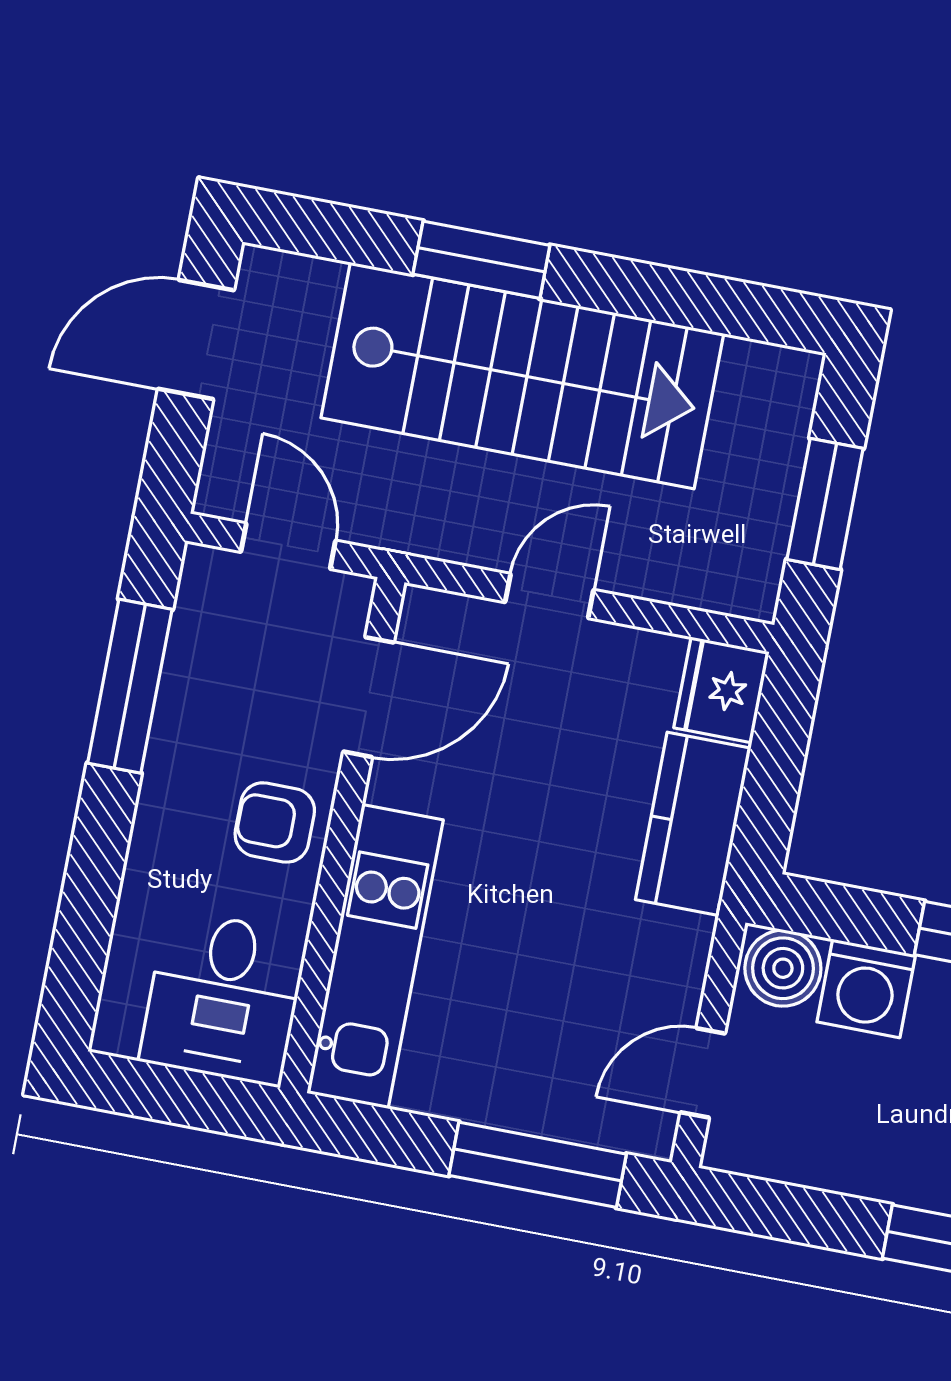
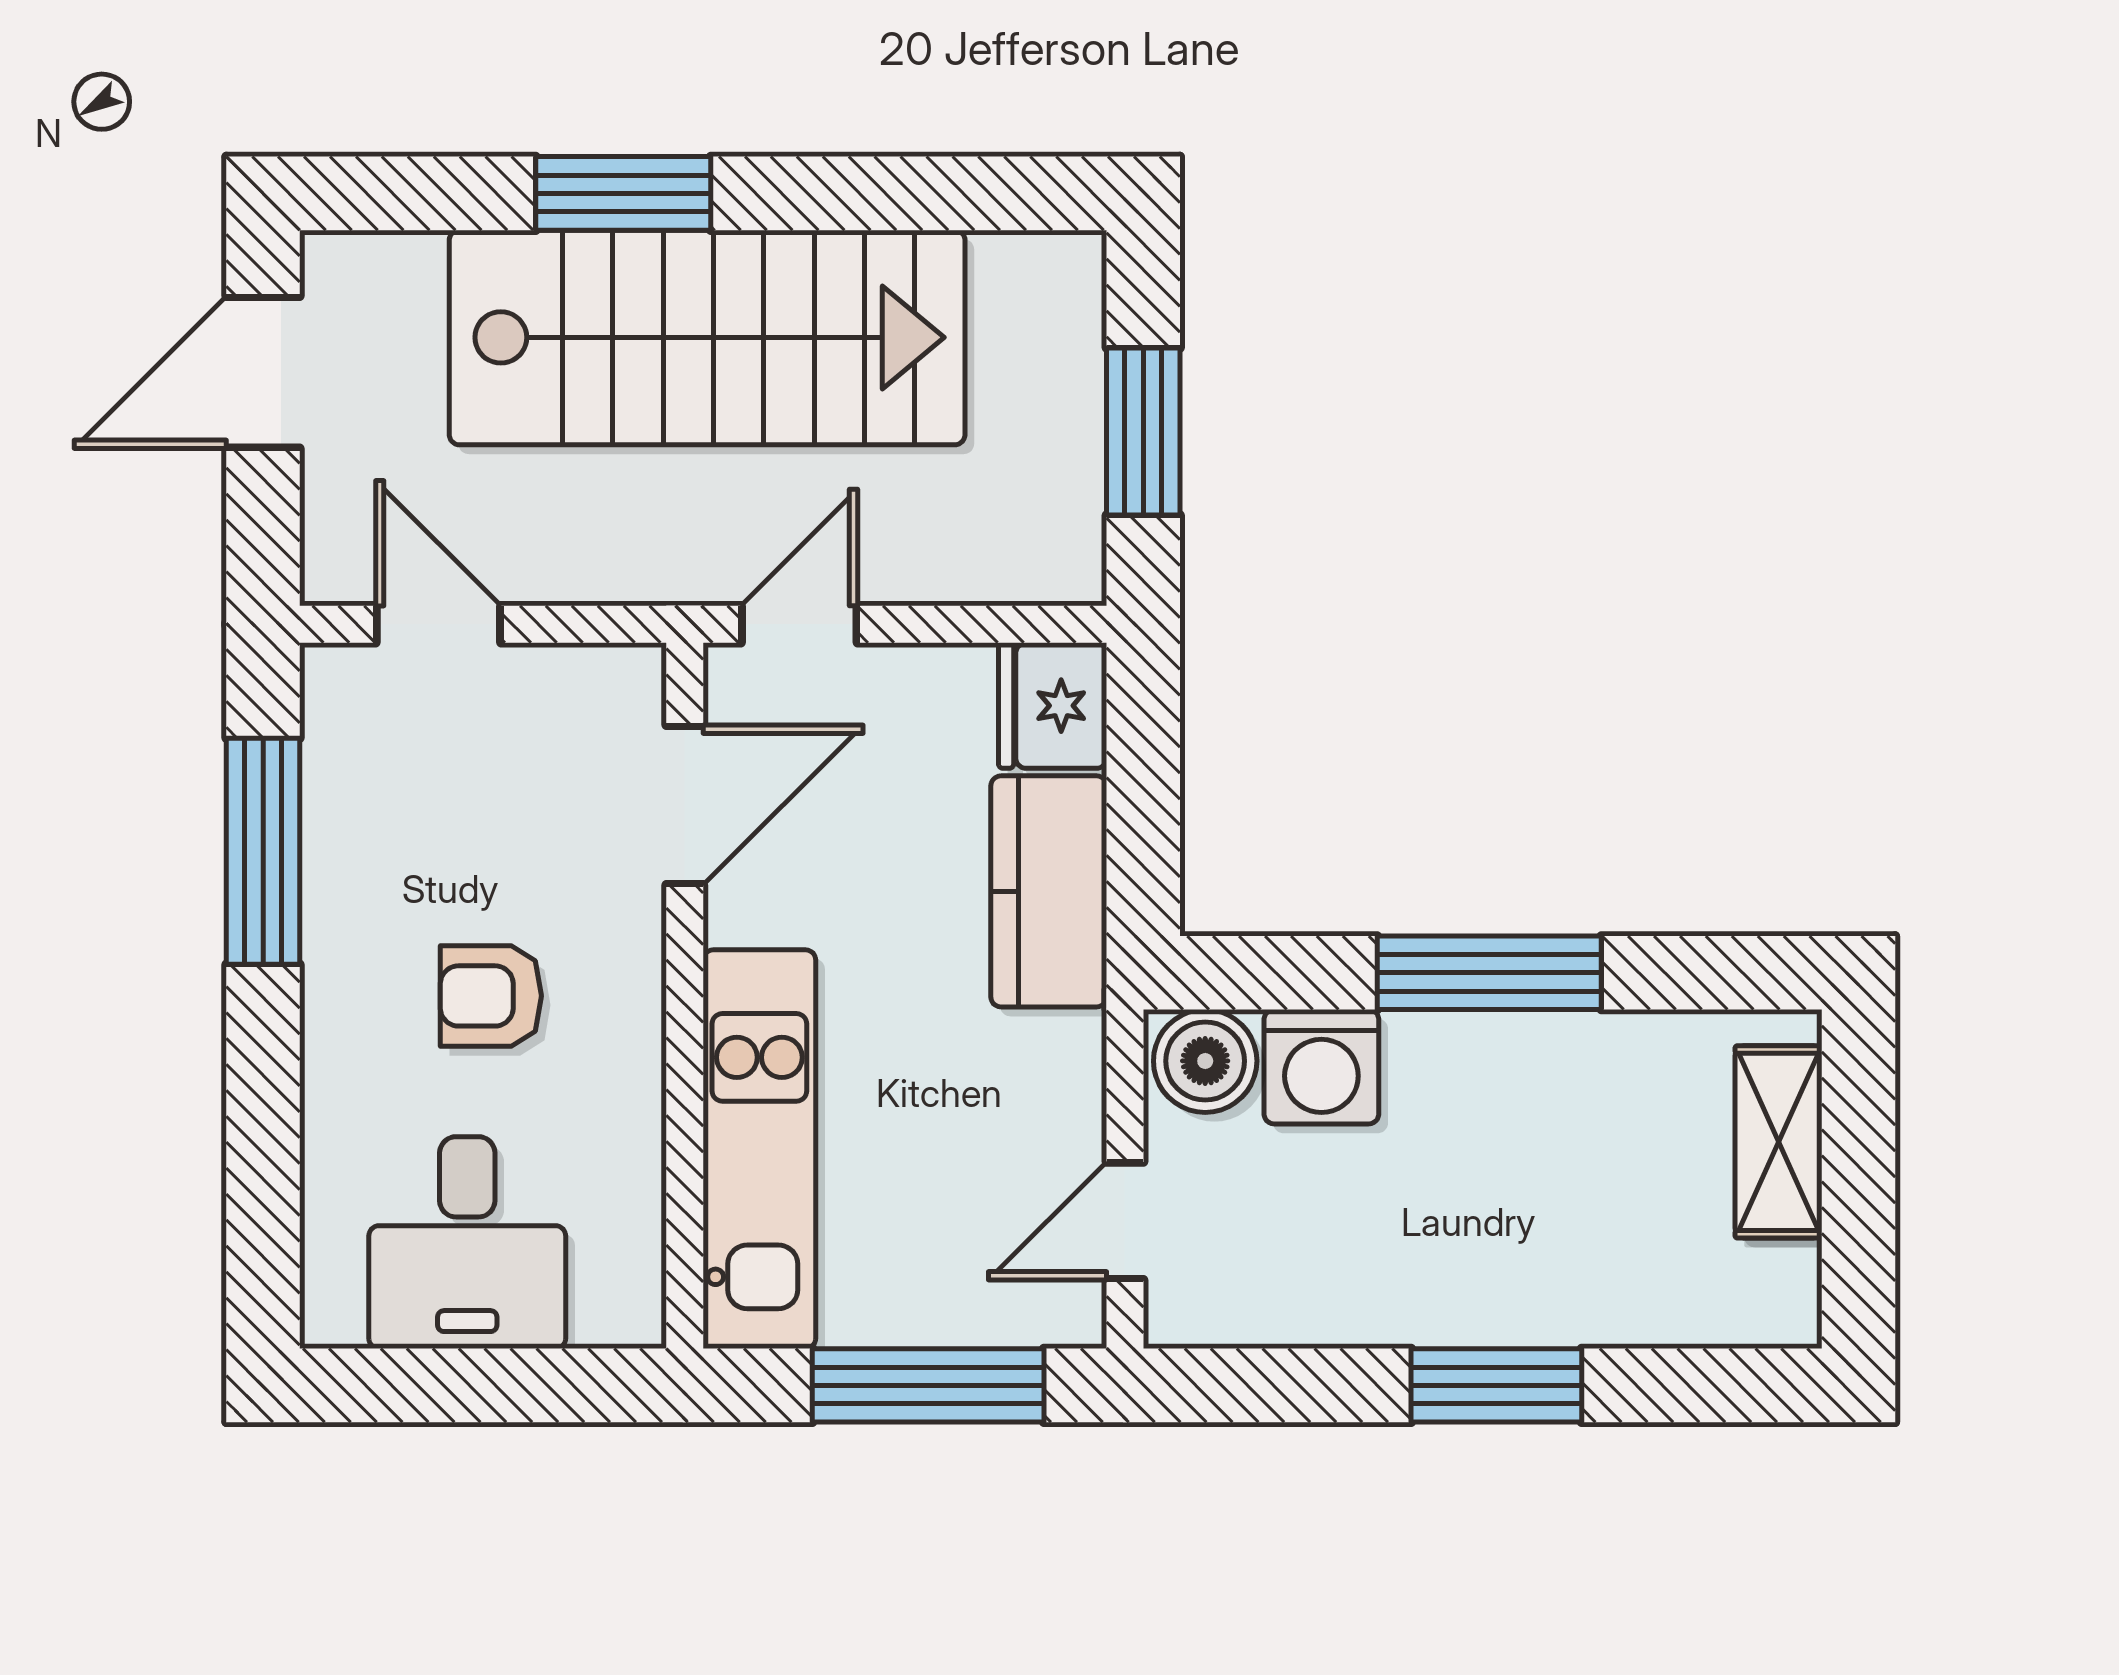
door: (369, 697) -> (685, 805), moved
wall: (342, 835) -> (685, 996), moved
kitchen unit: (375, 957) -> (759, 1149), moved

